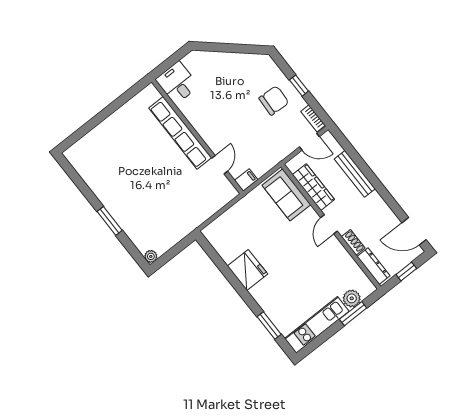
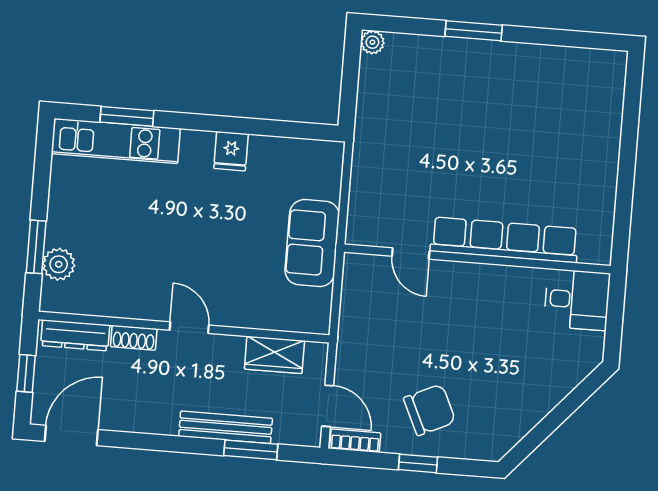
chair: (274, 100) -> (430, 410), turned -118
door: (309, 142) -> (328, 406), swing flipped
window: (355, 156) -> (251, 450), added
filing cabinet: (246, 180) -> (356, 270), removed
wardrobe: (313, 187) -> (274, 355), width x0.67
sofa: (286, 195) -> (312, 243), moved, turned -90
fridge: (248, 270) -> (231, 151), width x0.53, depth x0.75
kitchen unit: (317, 325) -> (116, 141), moved, turned 90

